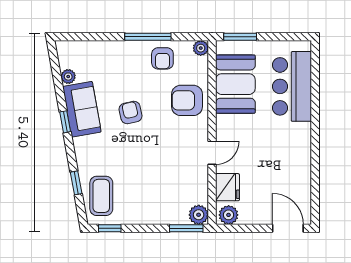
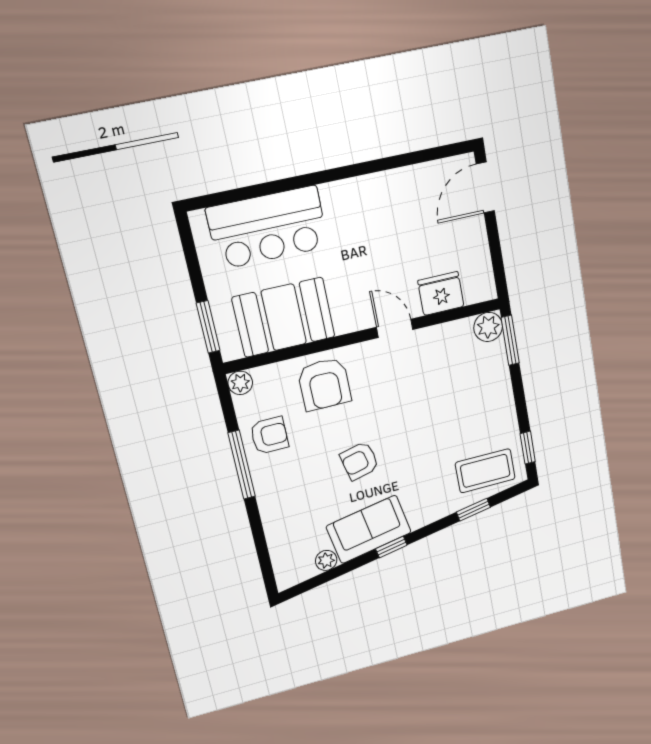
plant: (229, 215) -> (481, 283), removed

